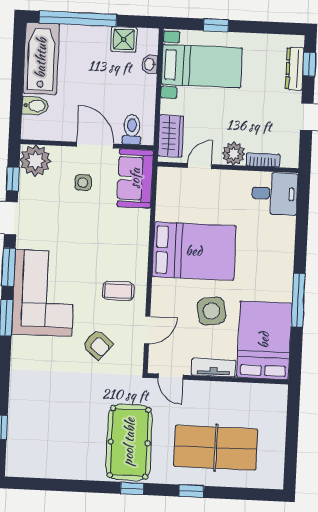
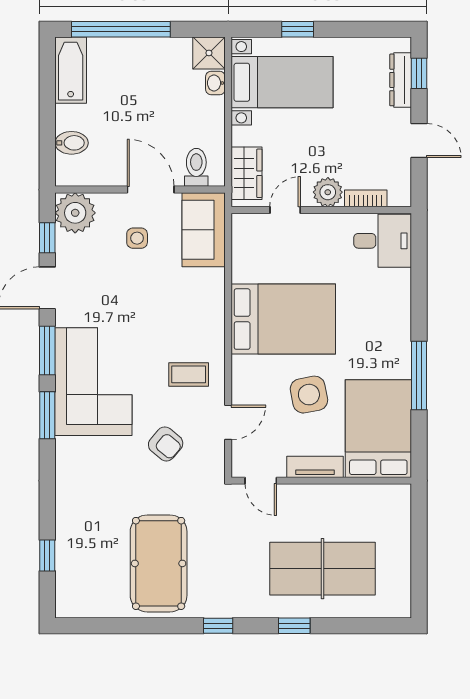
shower: (124, 39) -> (209, 53), moved
bathtub: (41, 58) -> (71, 70), width x0.73, depth x0.73
pool table: (129, 442) -> (159, 563), moved

